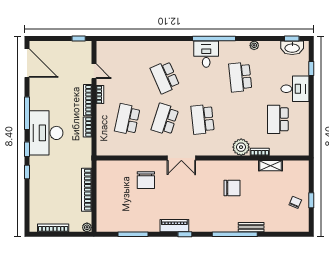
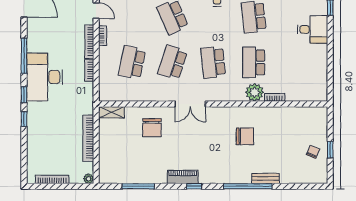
school desk: (278, 119) -> (254, 62), moved
shelving: (271, 166) -> (111, 112), moved

